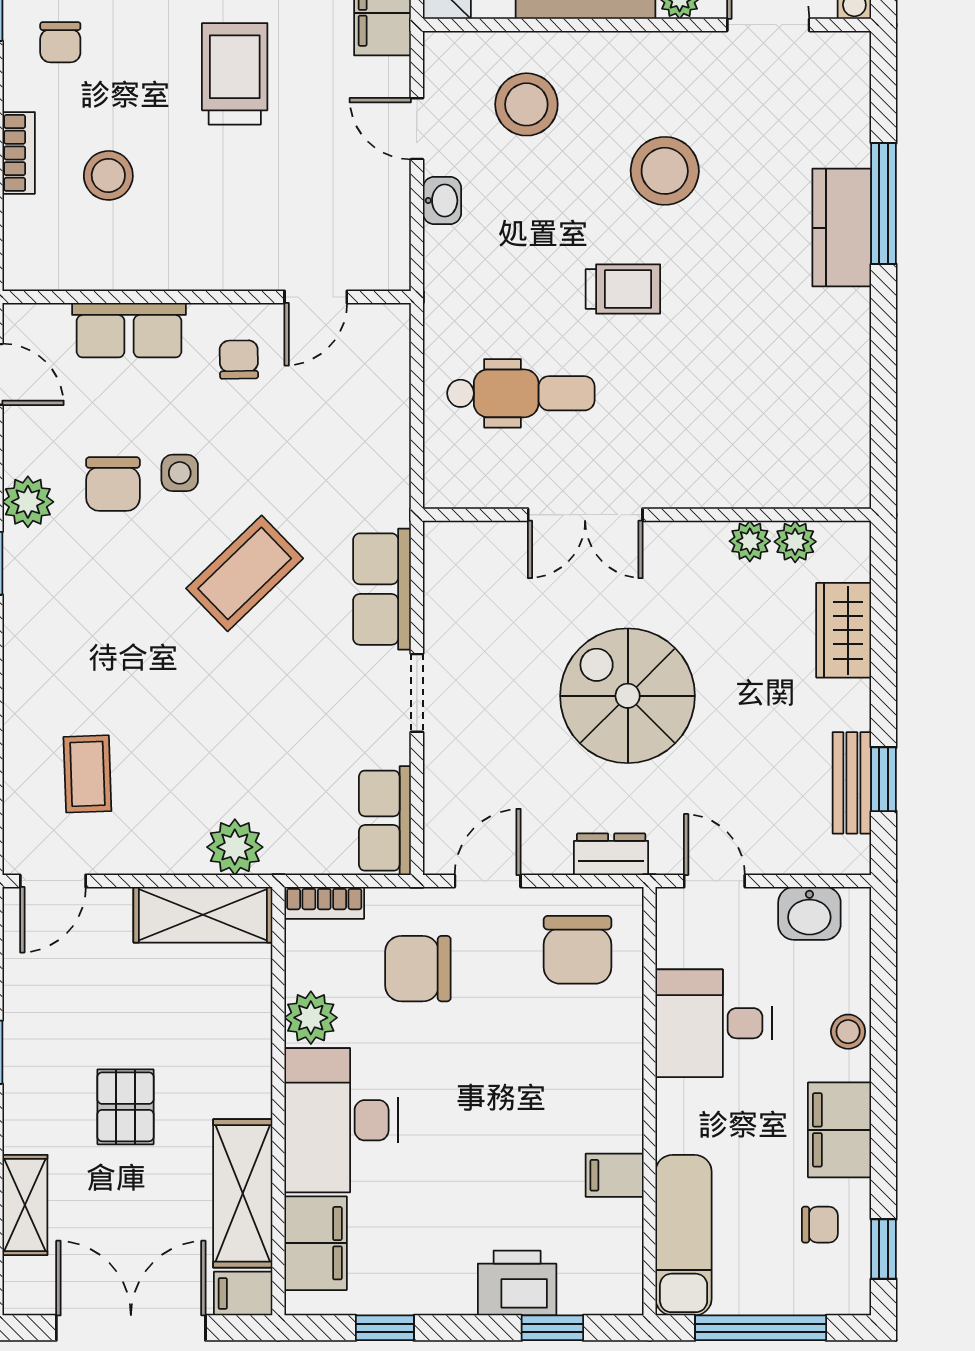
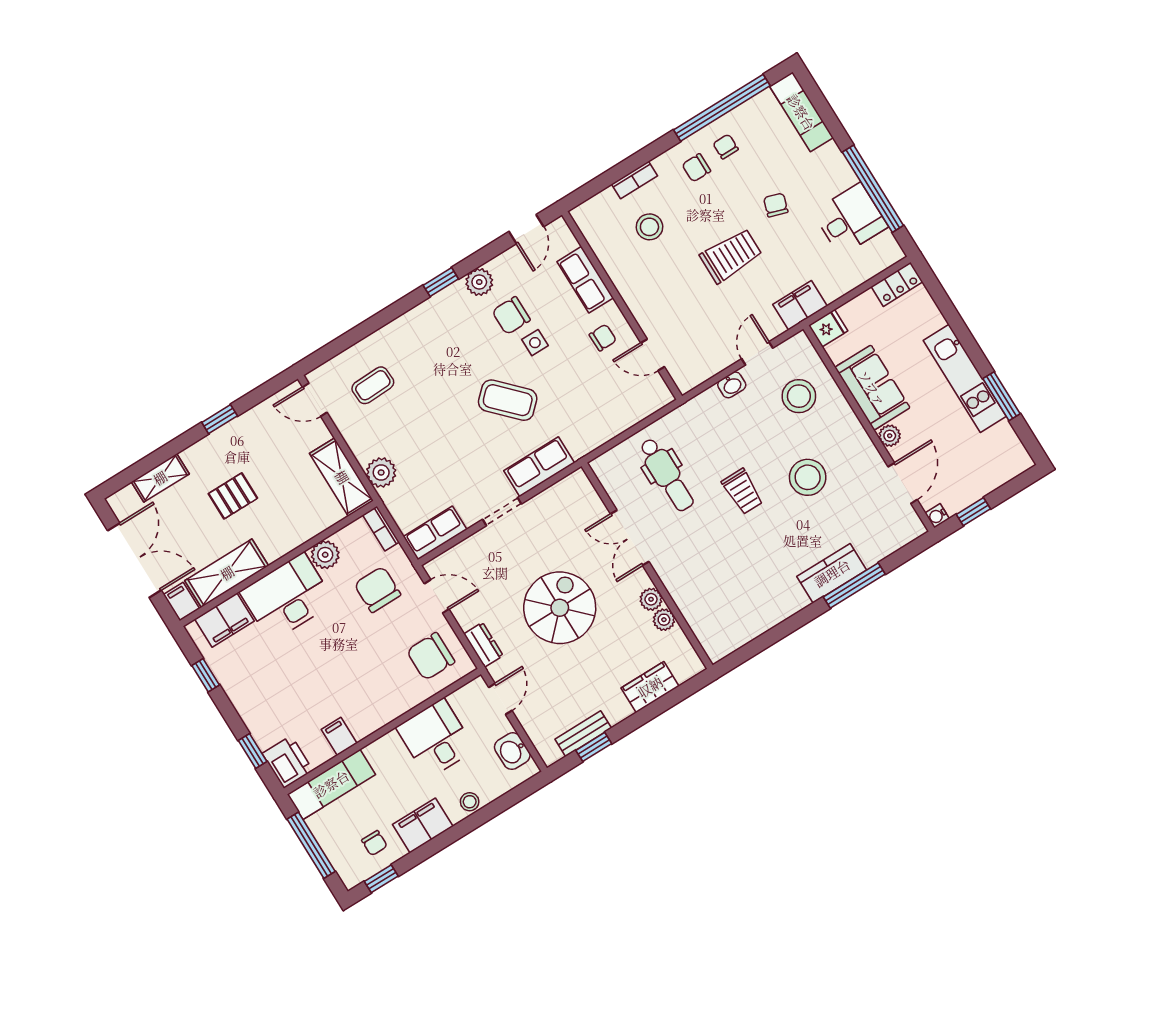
plant: (795, 542) -> (651, 599), moved
printer: (517, 1283) -> (288, 762), moved

